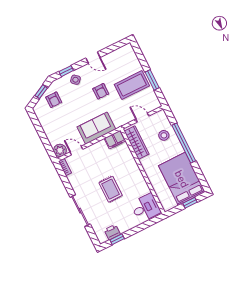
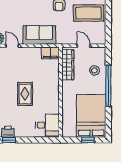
window: (152, 80) -> (108, 17), removed

